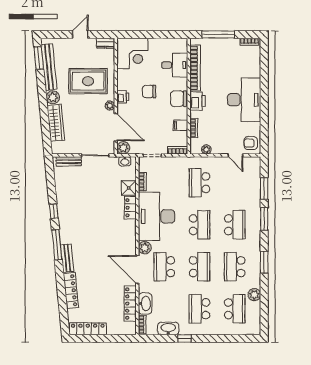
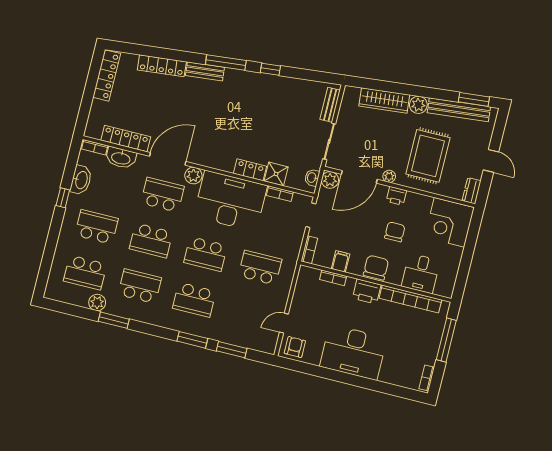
plant: (206, 149) -> (301, 287), removed
window: (264, 262) -> (114, 320), moved

